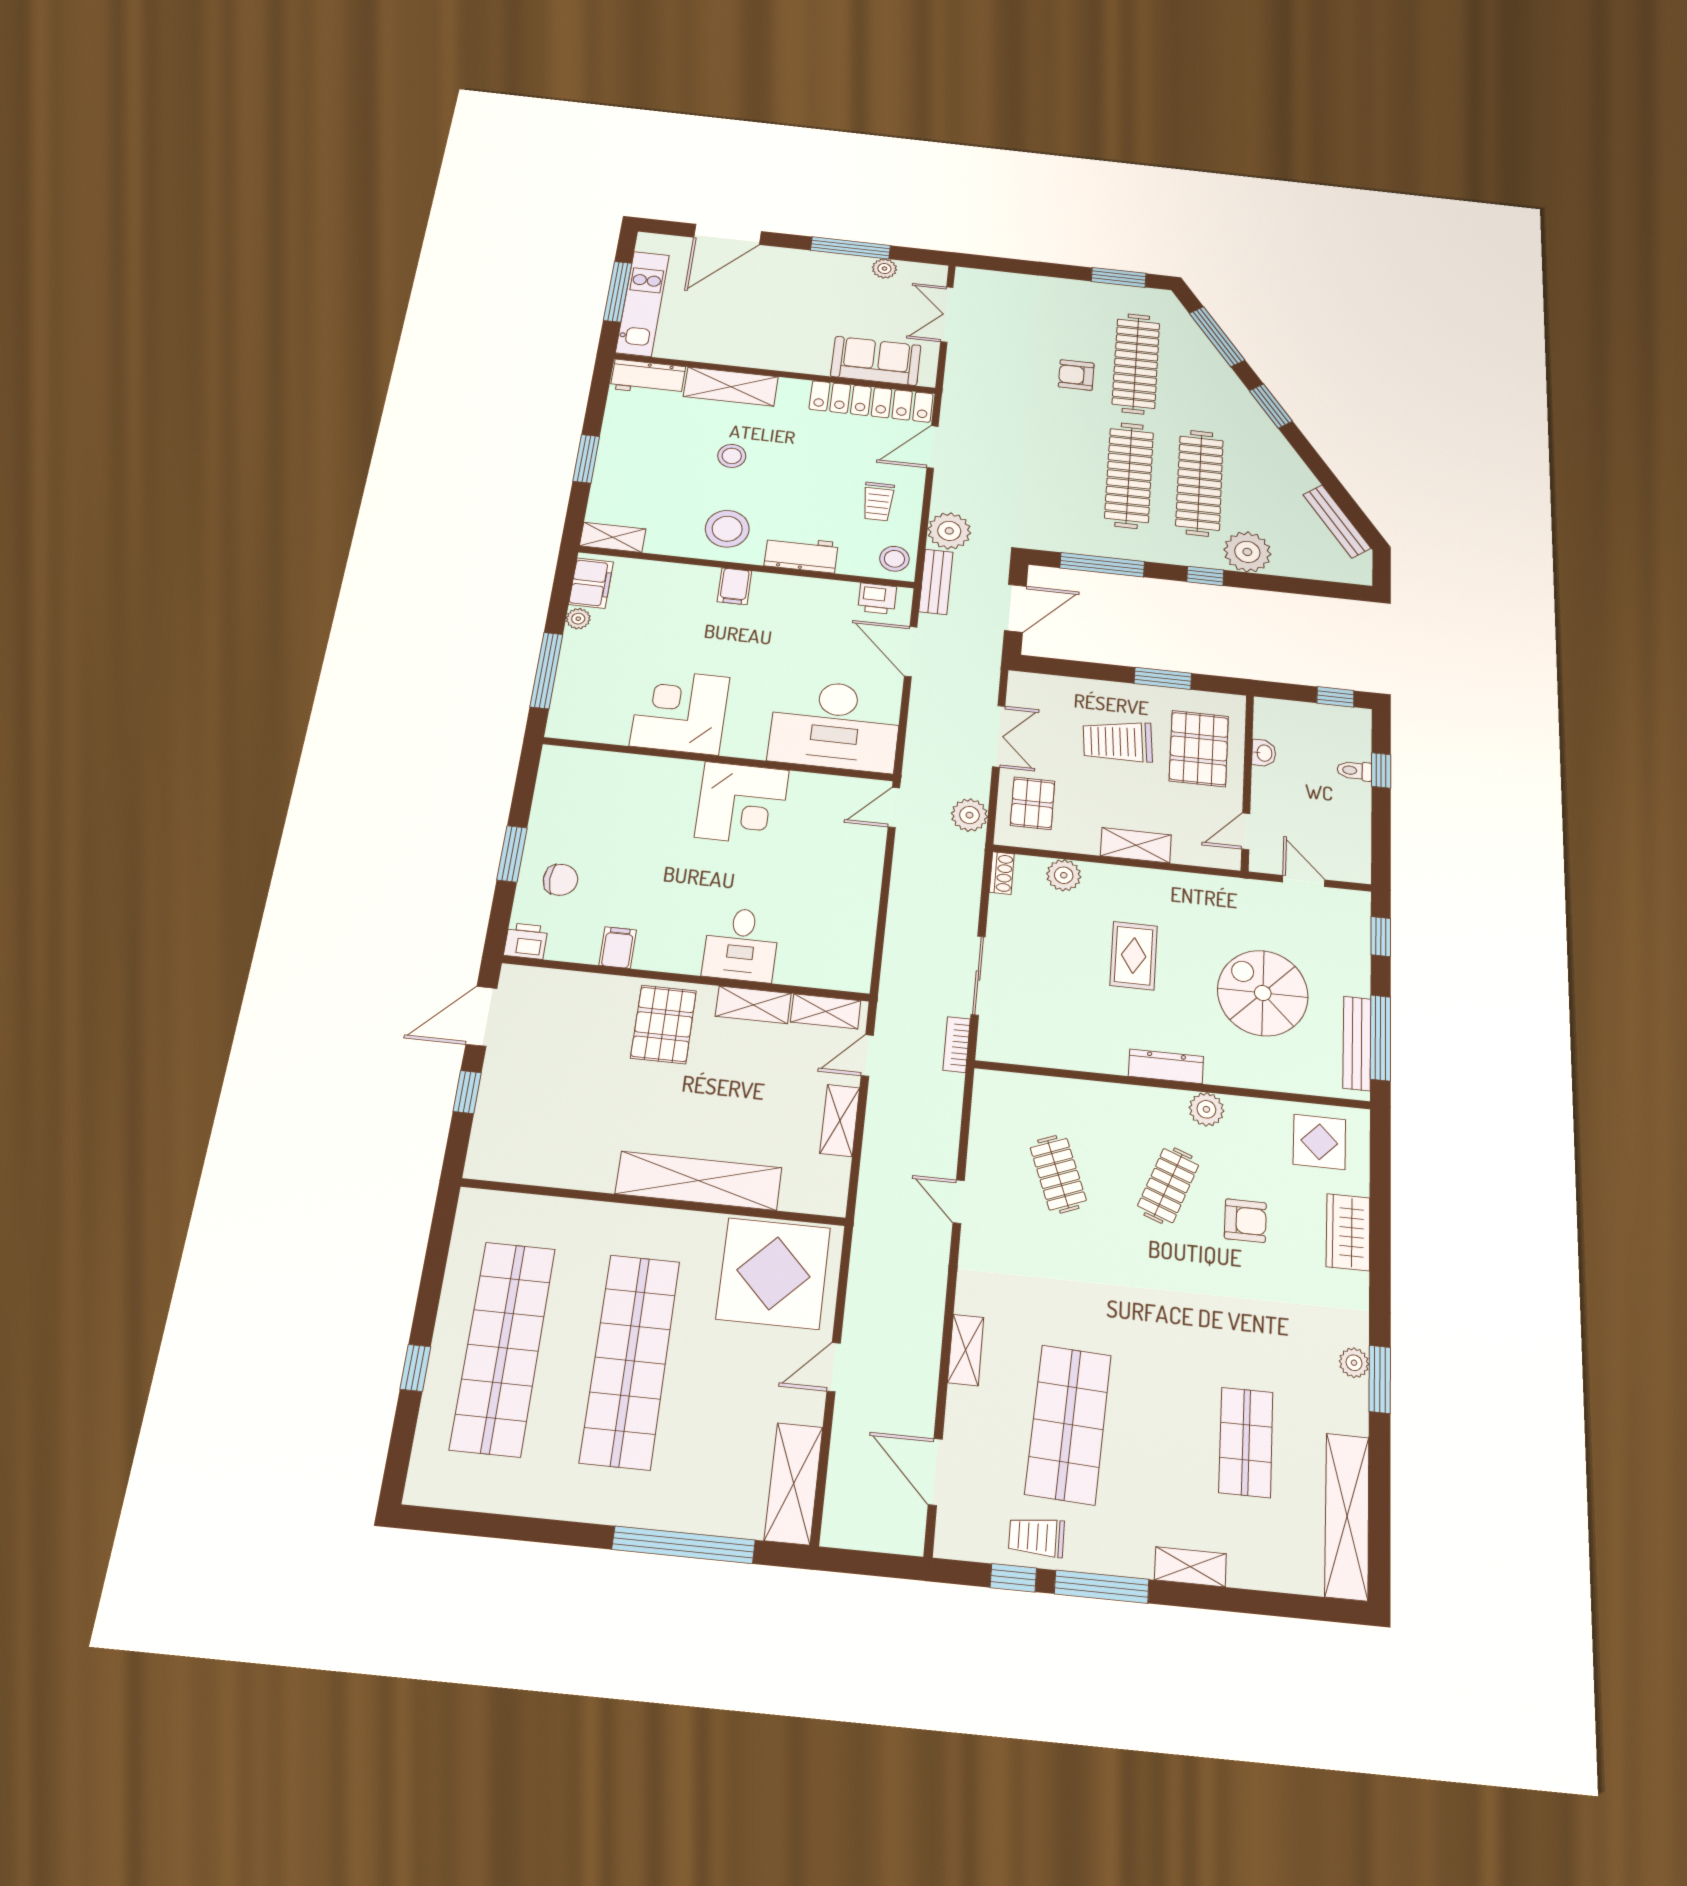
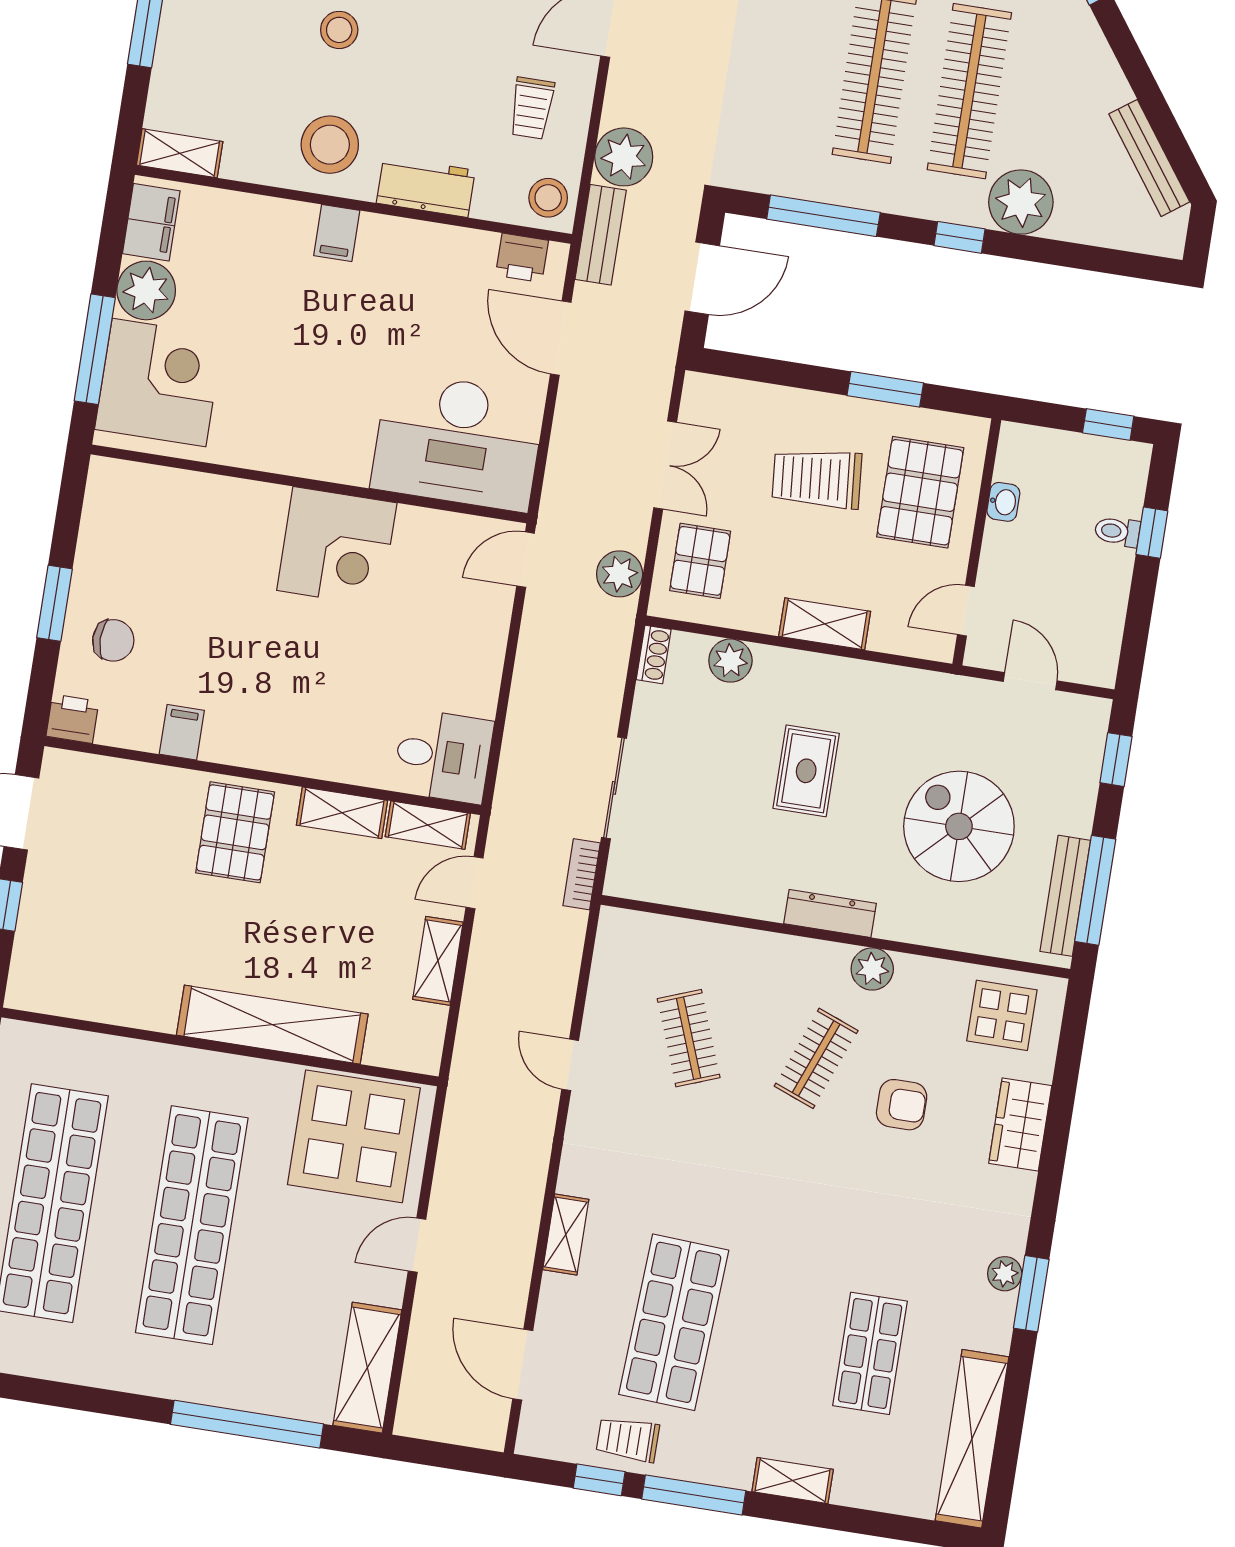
plant: (578, 619) -> (146, 290), width x1.88, depth x1.88
corner desk: (680, 711) -> (159, 383), moved, turned 90
desk: (741, 944) -> (443, 756), moved, turned -90

